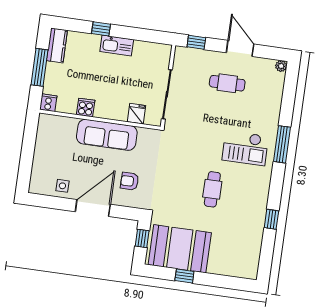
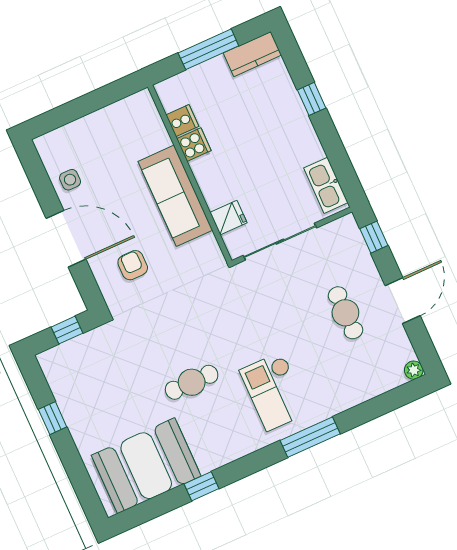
kitchen sink: (117, 45) -> (326, 185), moved
cooker: (48, 103) -> (182, 121), moved
booth: (180, 249) -> (146, 466), moved, turned 90

